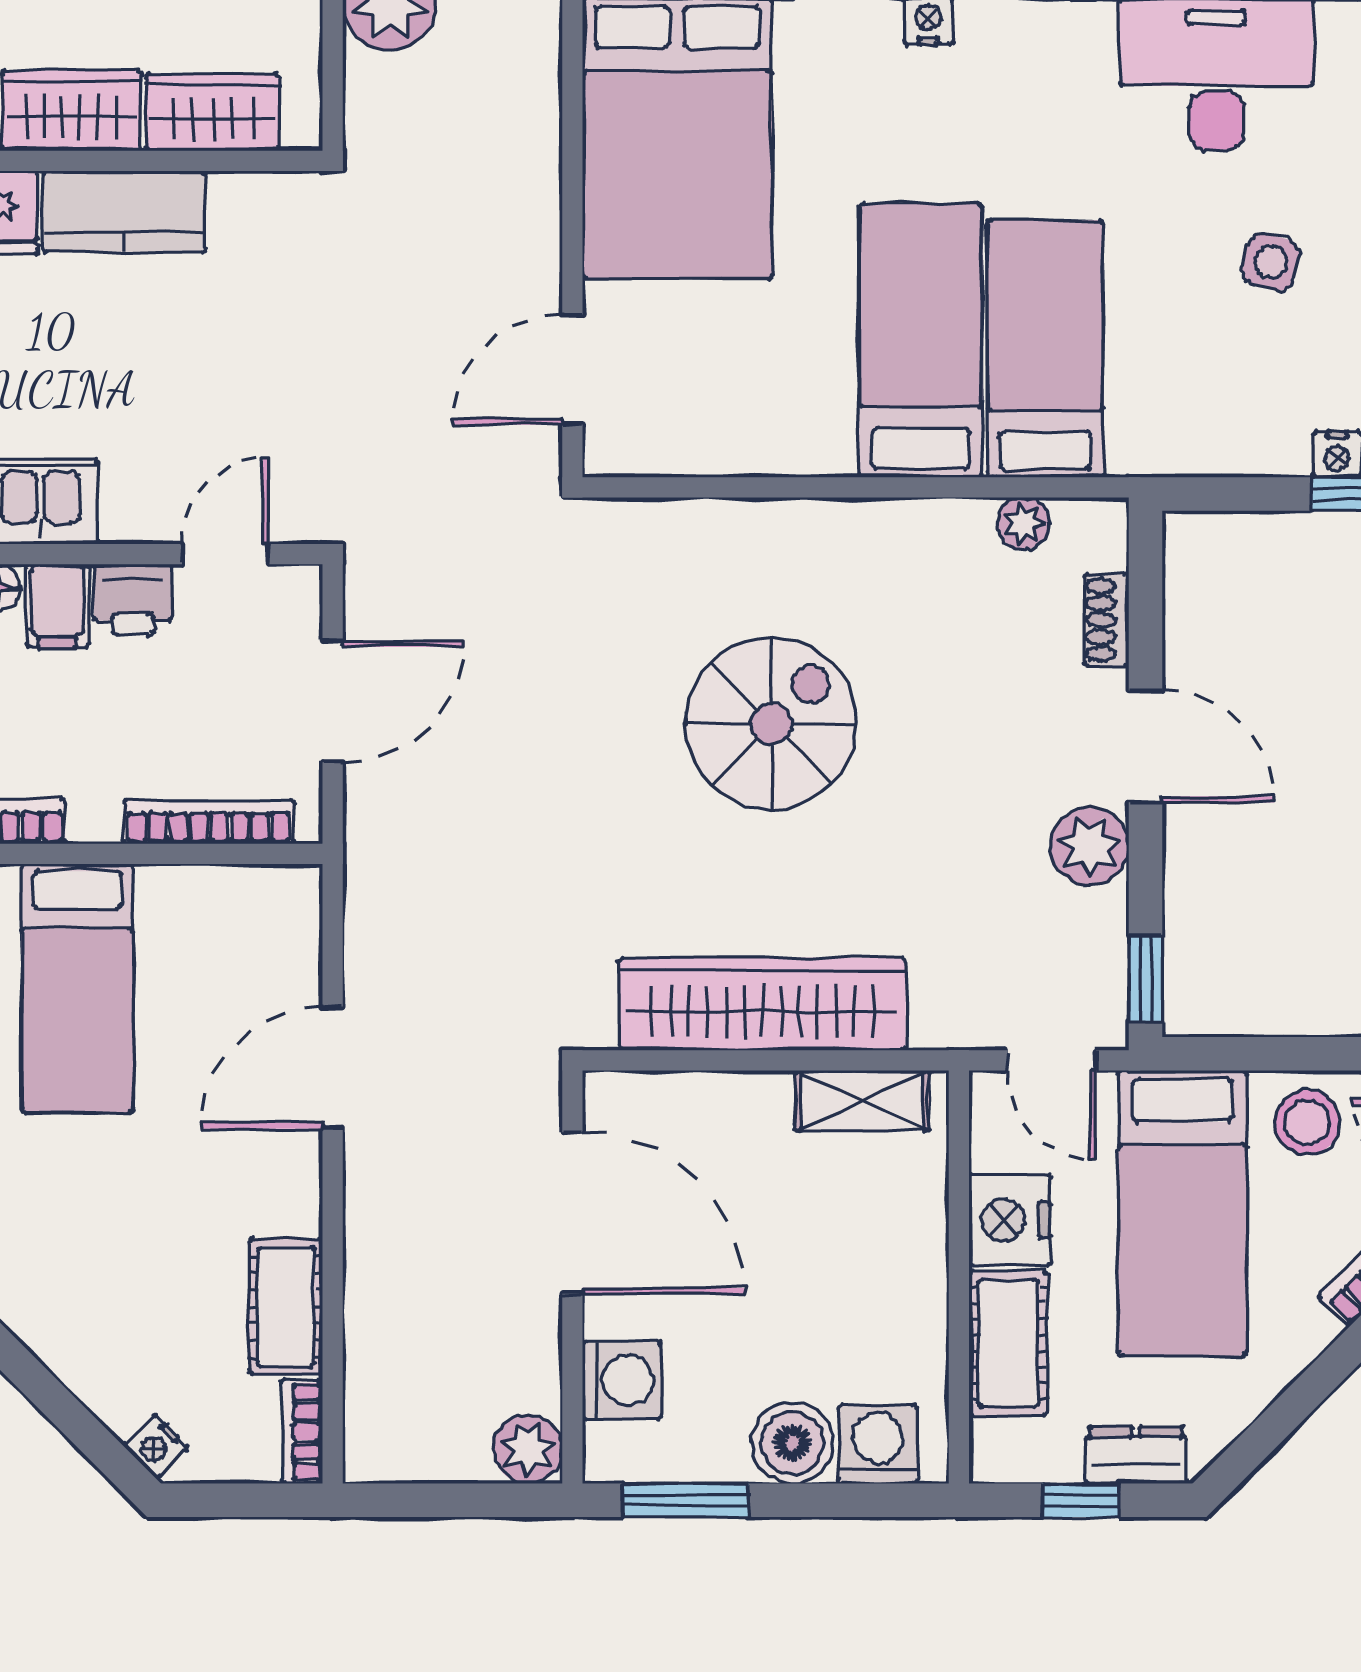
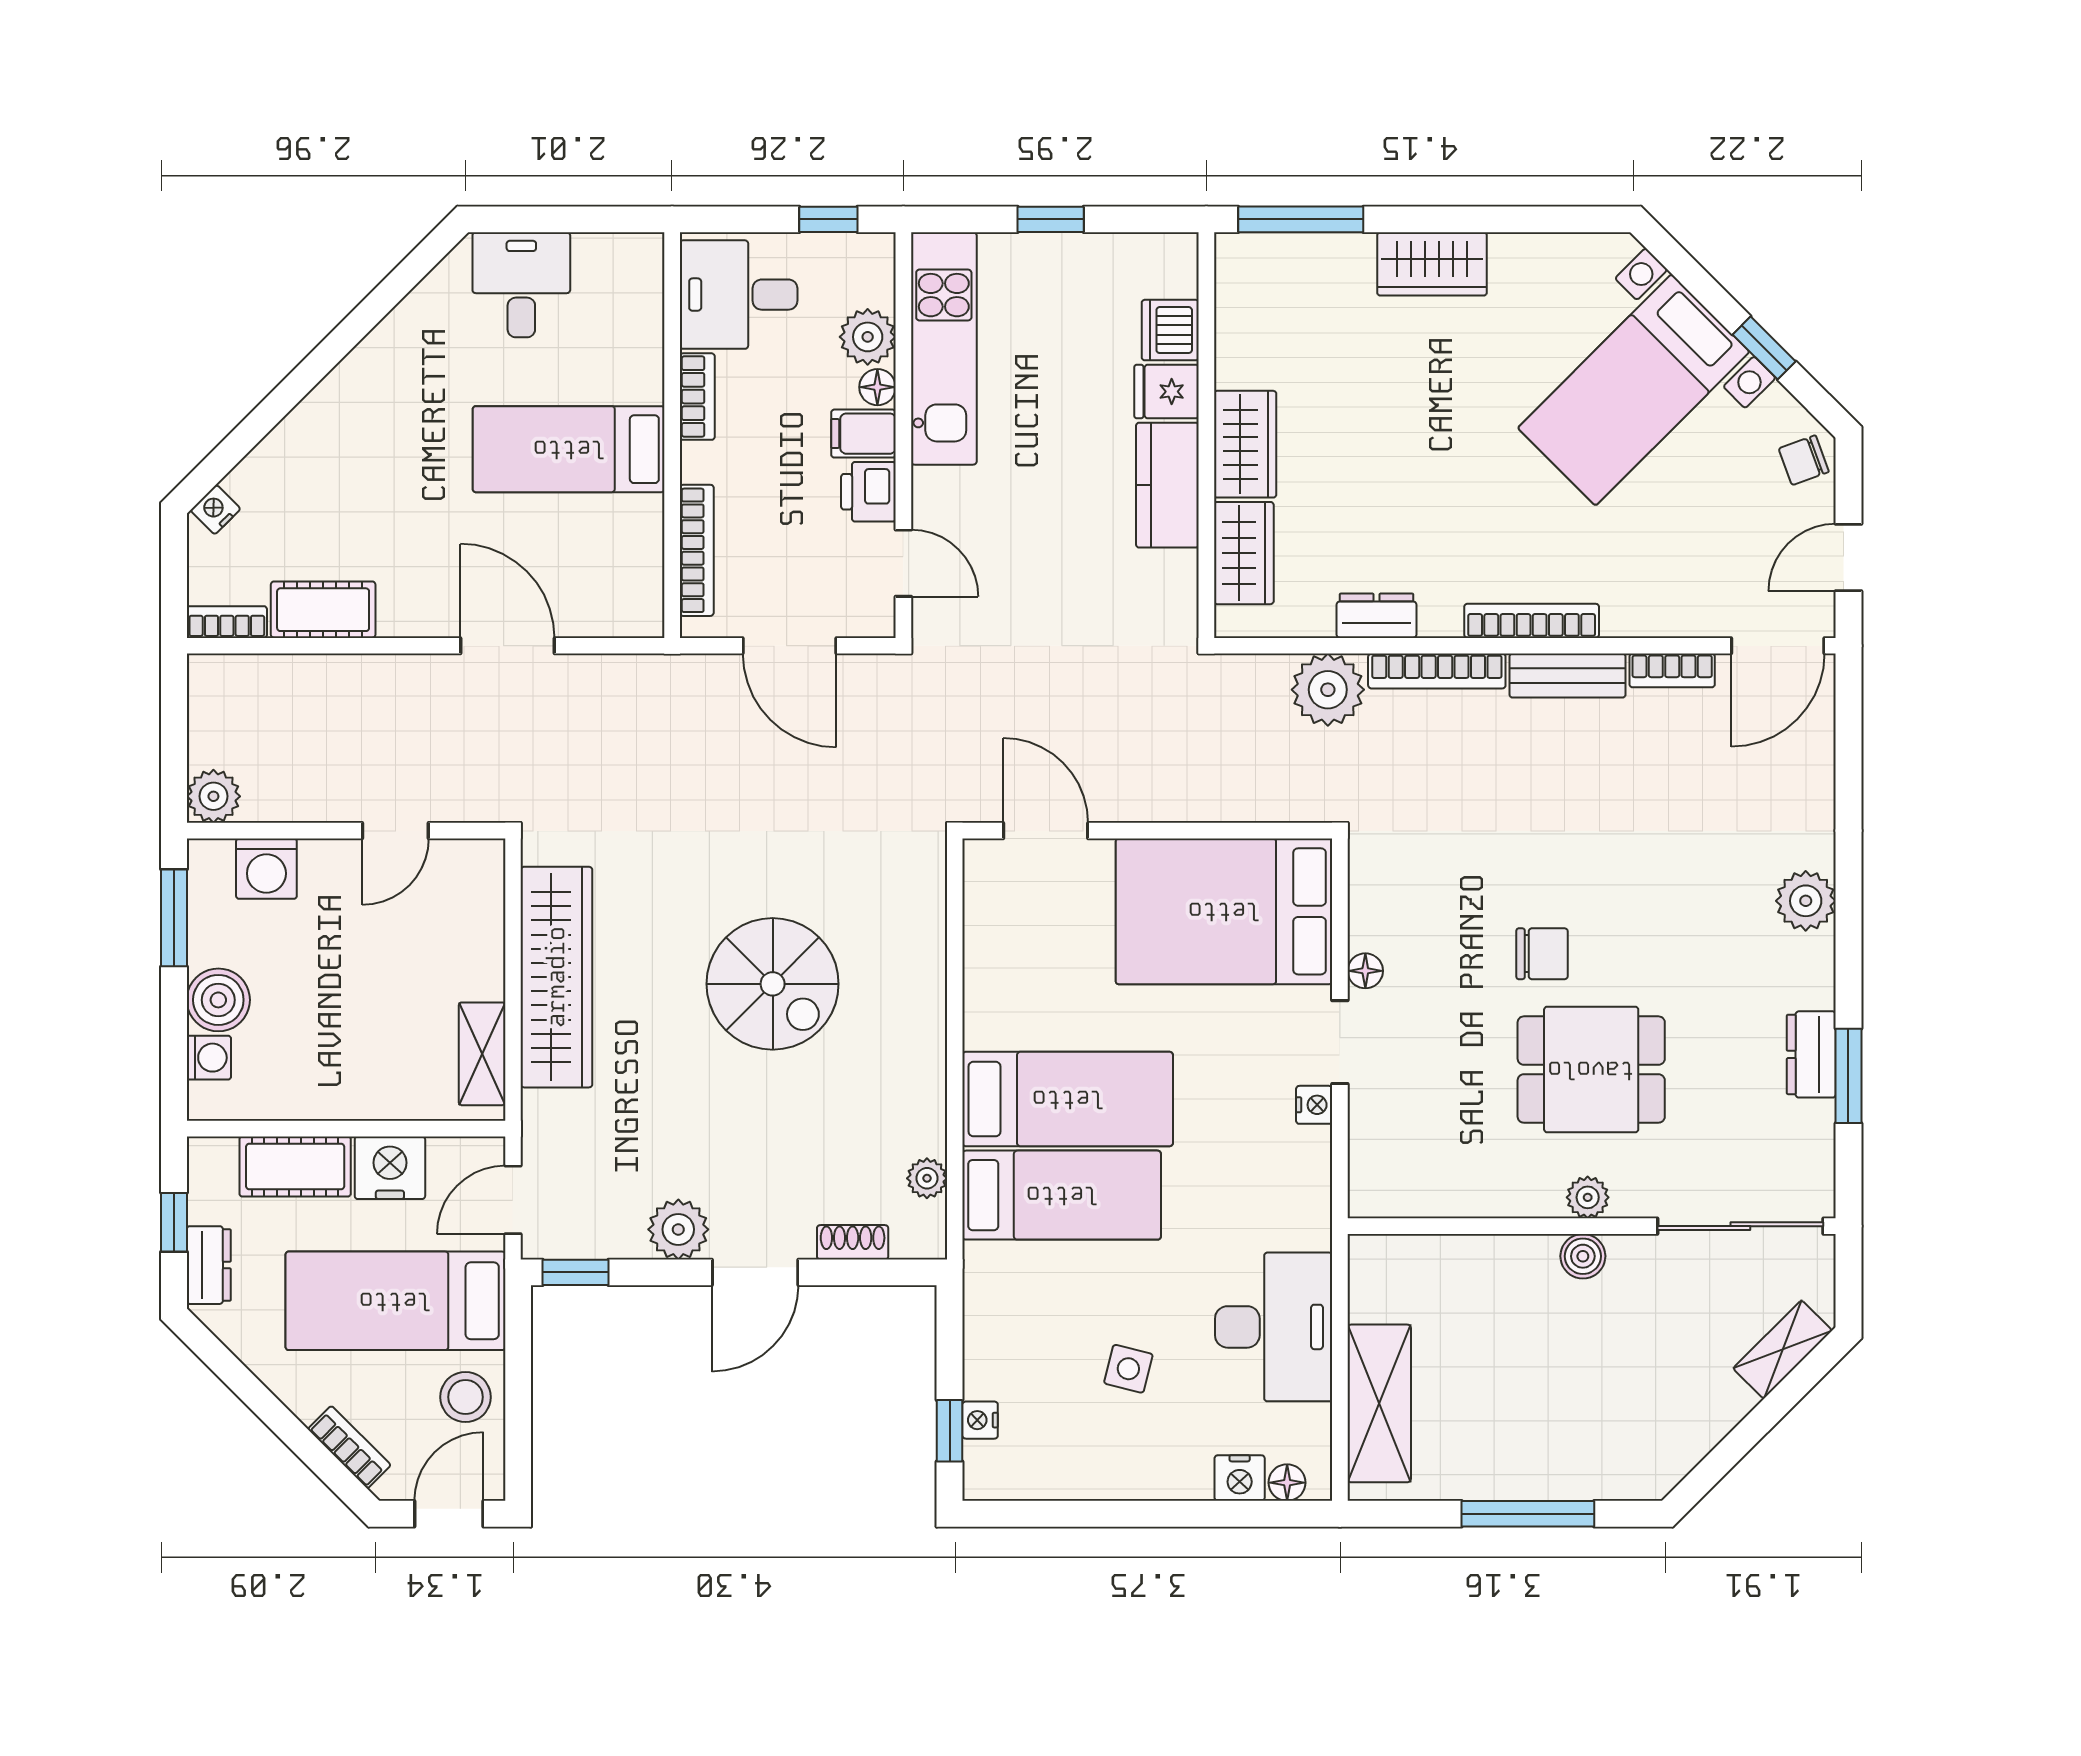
door: (572, 1213) -> (395, 831), width x0.53
washing machine: (878, 1444) -> (209, 1058), width x0.73, depth x0.73

